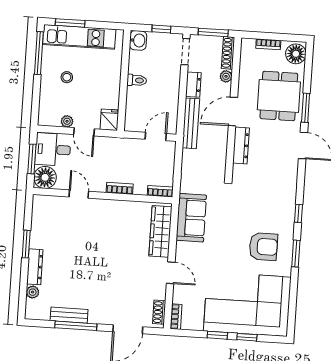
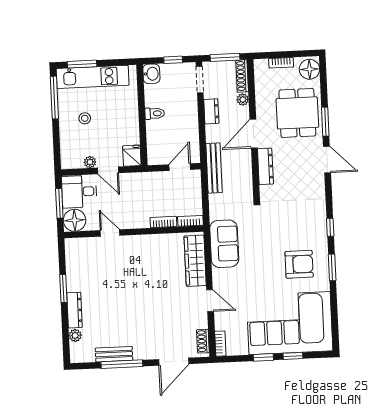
bench: (191, 123) -> (214, 168), moved
bookcase: (120, 188) -> (163, 222), moved

